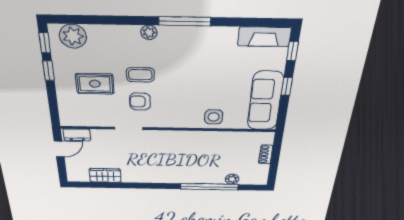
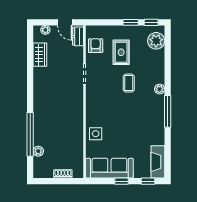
armchair: (140, 102) -> (96, 46), moved
plant: (72, 169) -> (45, 30), added

